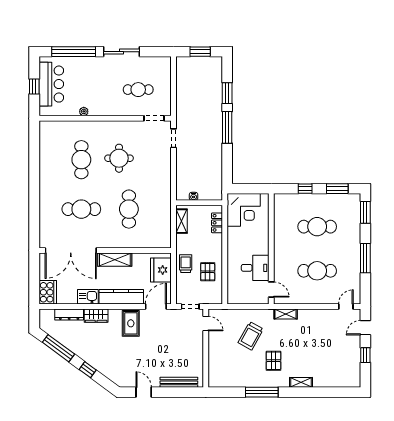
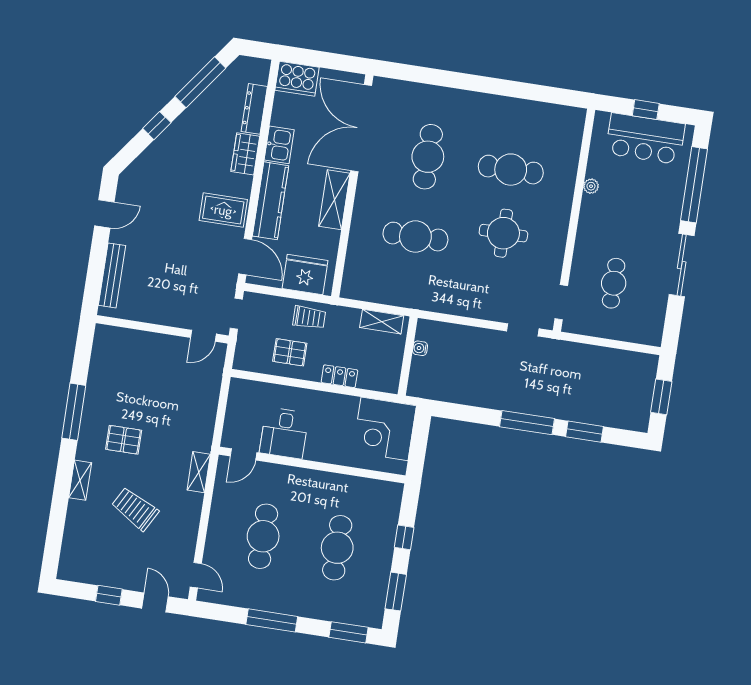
locker: (217, 223) -> (339, 376), moved
trolley: (251, 336) -> (135, 509), moved

